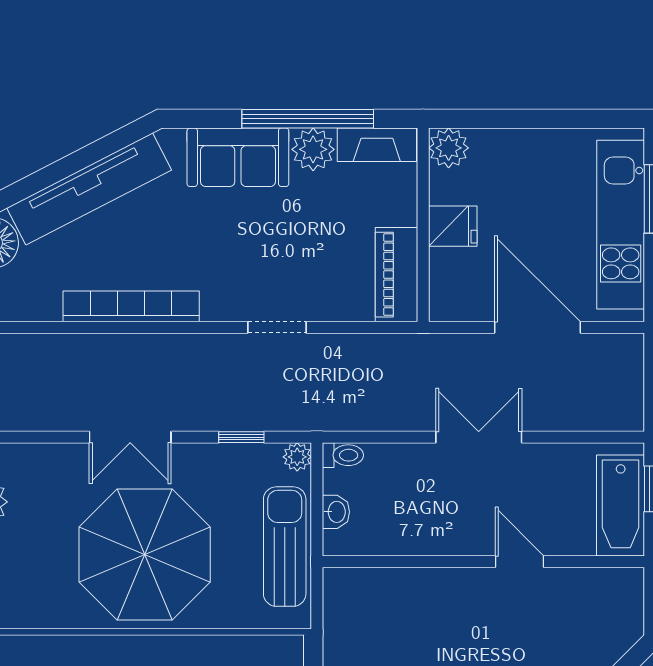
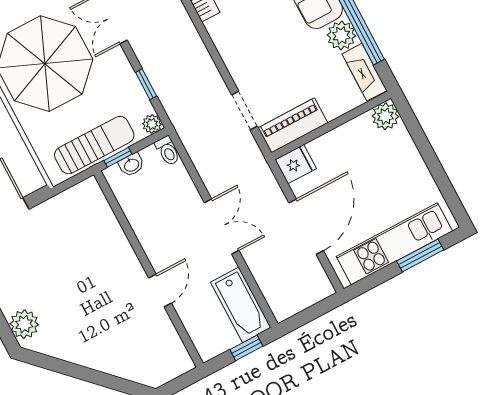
fridge: (453, 226) -> (296, 164), moved, turned -90
doorway: (277, 327) -> (244, 111), moved
bathtub: (621, 505) -> (241, 305), moved, turned -90
window: (317, 524) -> (118, 157), added

